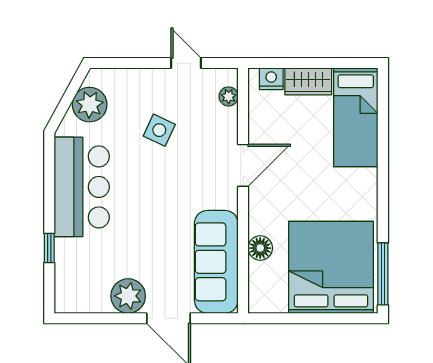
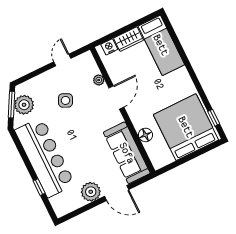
door: (186, 63) -> (62, 60), hinge flipped
window: (70, 95) -> (12, 105), added
plant: (229, 96) -> (99, 80), moved
bar counter: (82, 187) -> (45, 157), width x1.36
window: (383, 274) -> (214, 118), width x0.46

